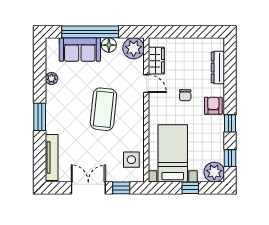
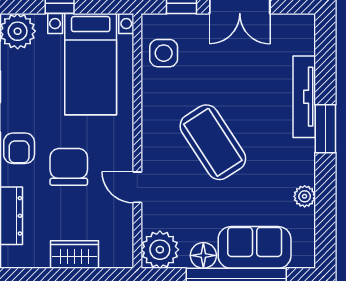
wardrobe: (156, 61) -> (74, 254), moved, turned 90
chair: (185, 95) -> (69, 167), width x1.87, depth x1.87
coffee table: (103, 109) -> (213, 142), turned -39
tv unit: (52, 157) -> (304, 97), moved

